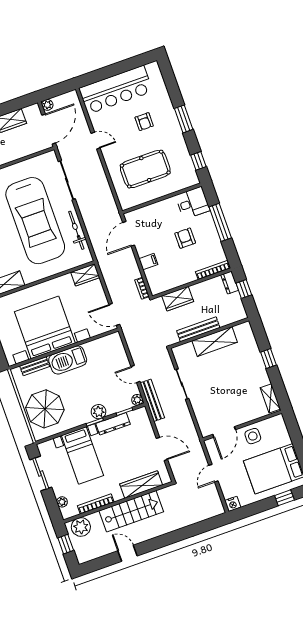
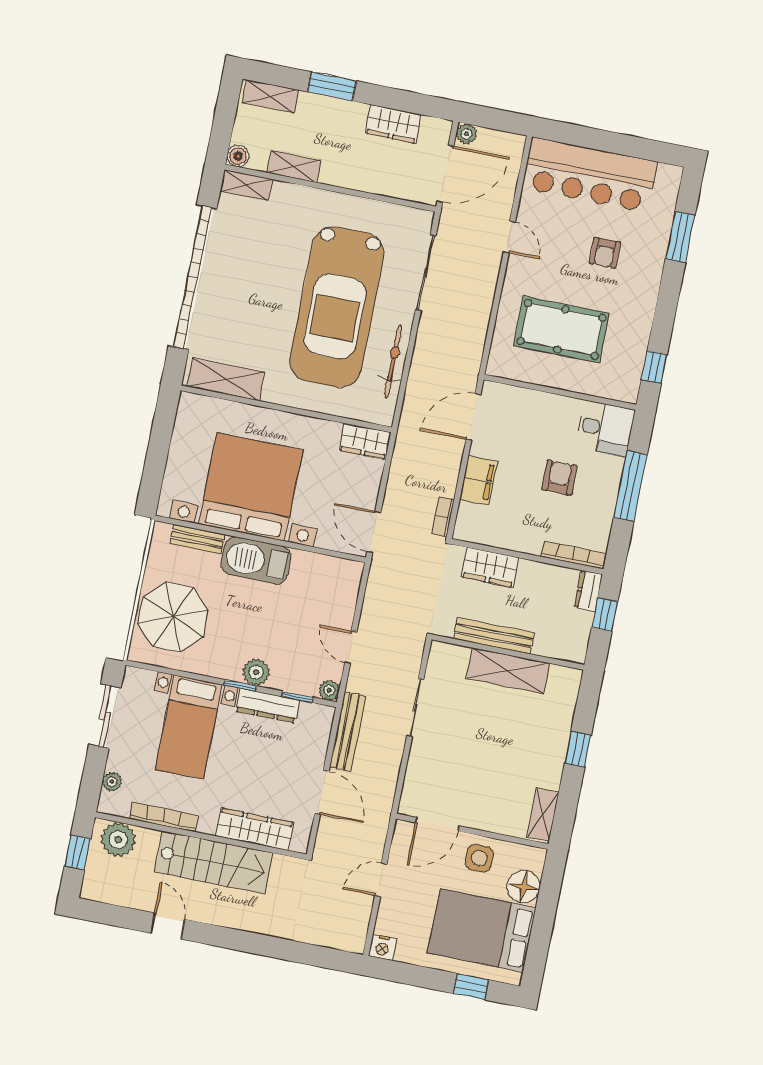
window: (184, 119) -> (680, 237), moved
filing cabinet: (148, 262) -> (478, 480), width x2.00
bench: (152, 400) -> (347, 732), moved
floor lamp: (281, 437) -> (524, 887), added

